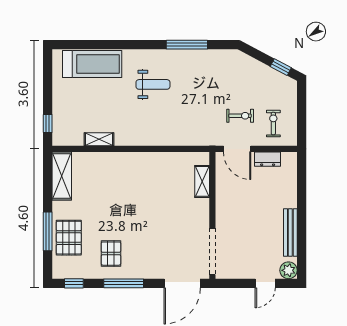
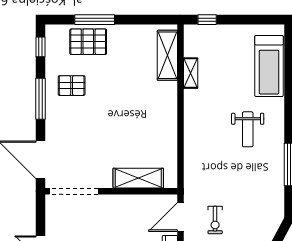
shelving: (62, 176) -> (167, 55), moved, turned 90
shelving: (202, 181) -> (138, 178), width x1.50, depth x1.33

